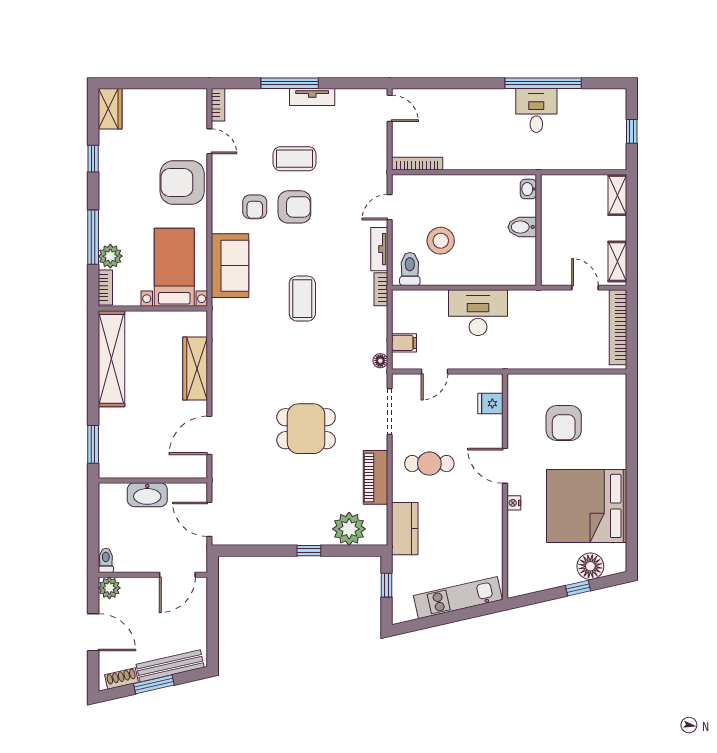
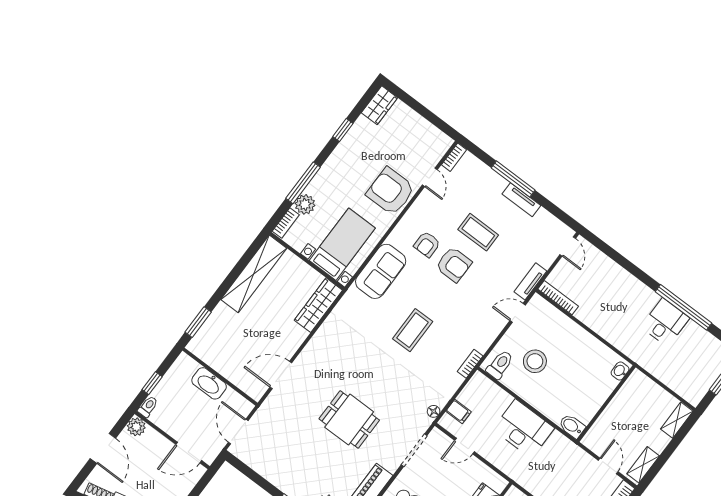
bidet: (522, 227) -> (572, 426), moved
tv unit: (379, 249) -> (530, 281), moved
wardrobe: (195, 368) -> (318, 305), moved
window: (93, 535) -> (152, 383), added

